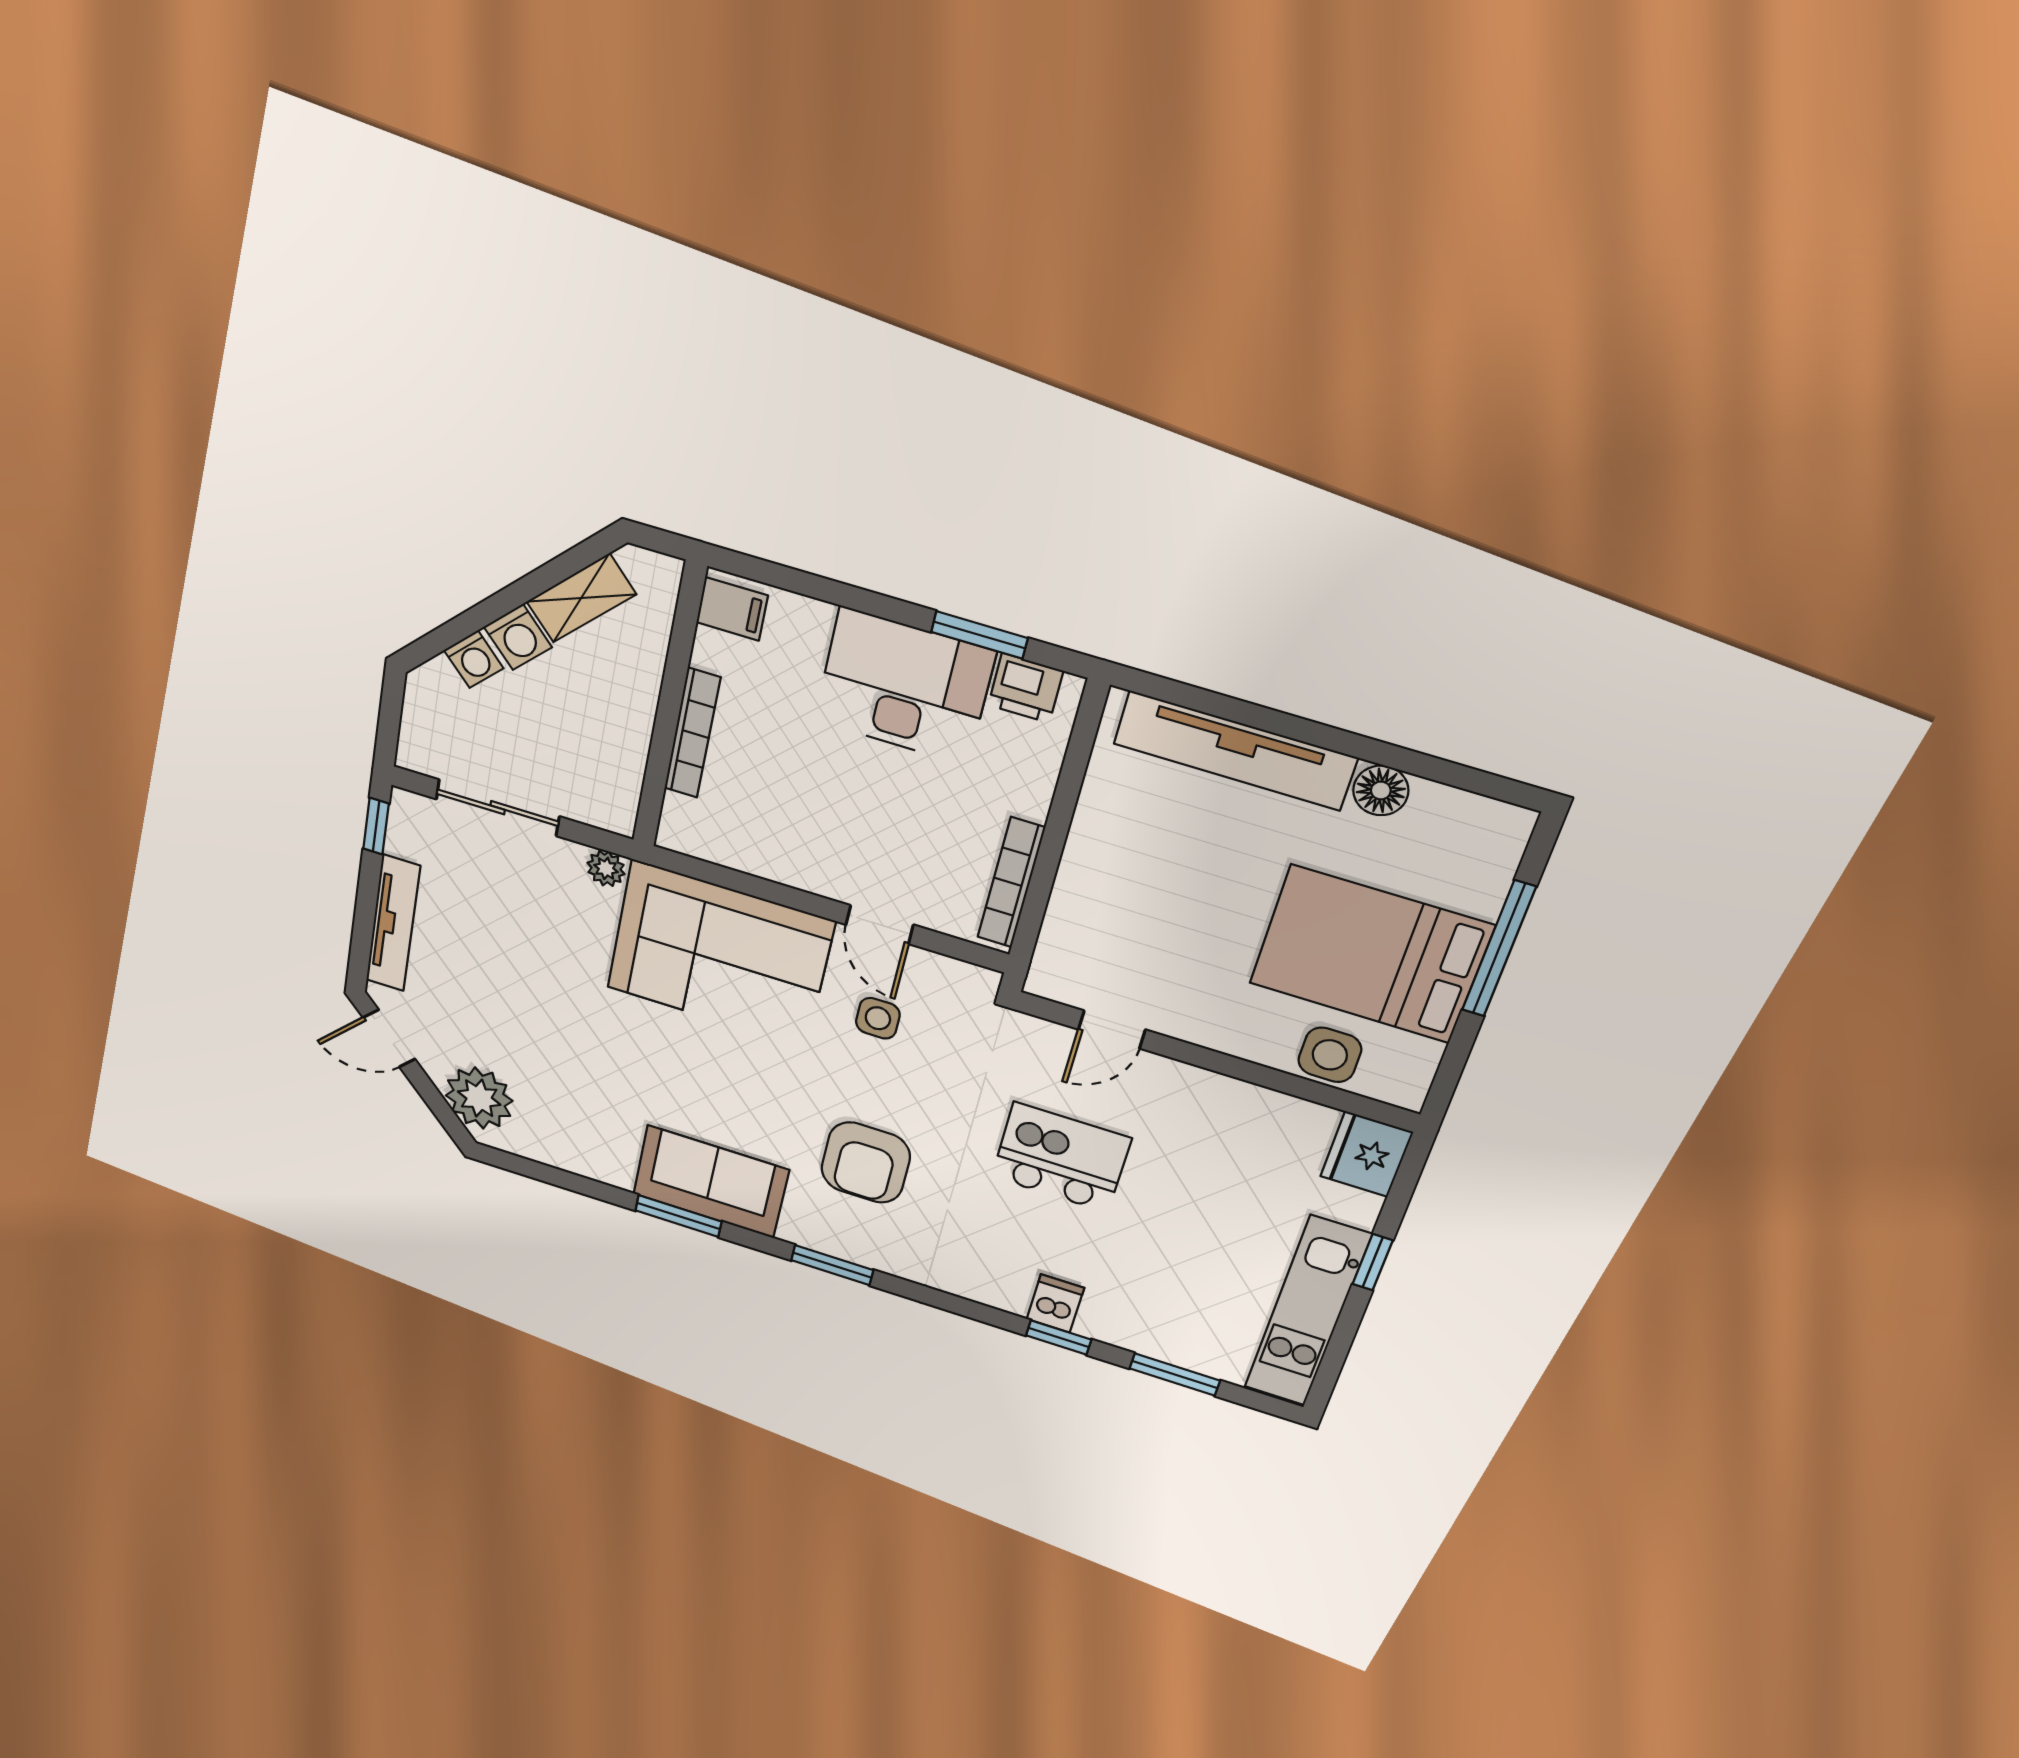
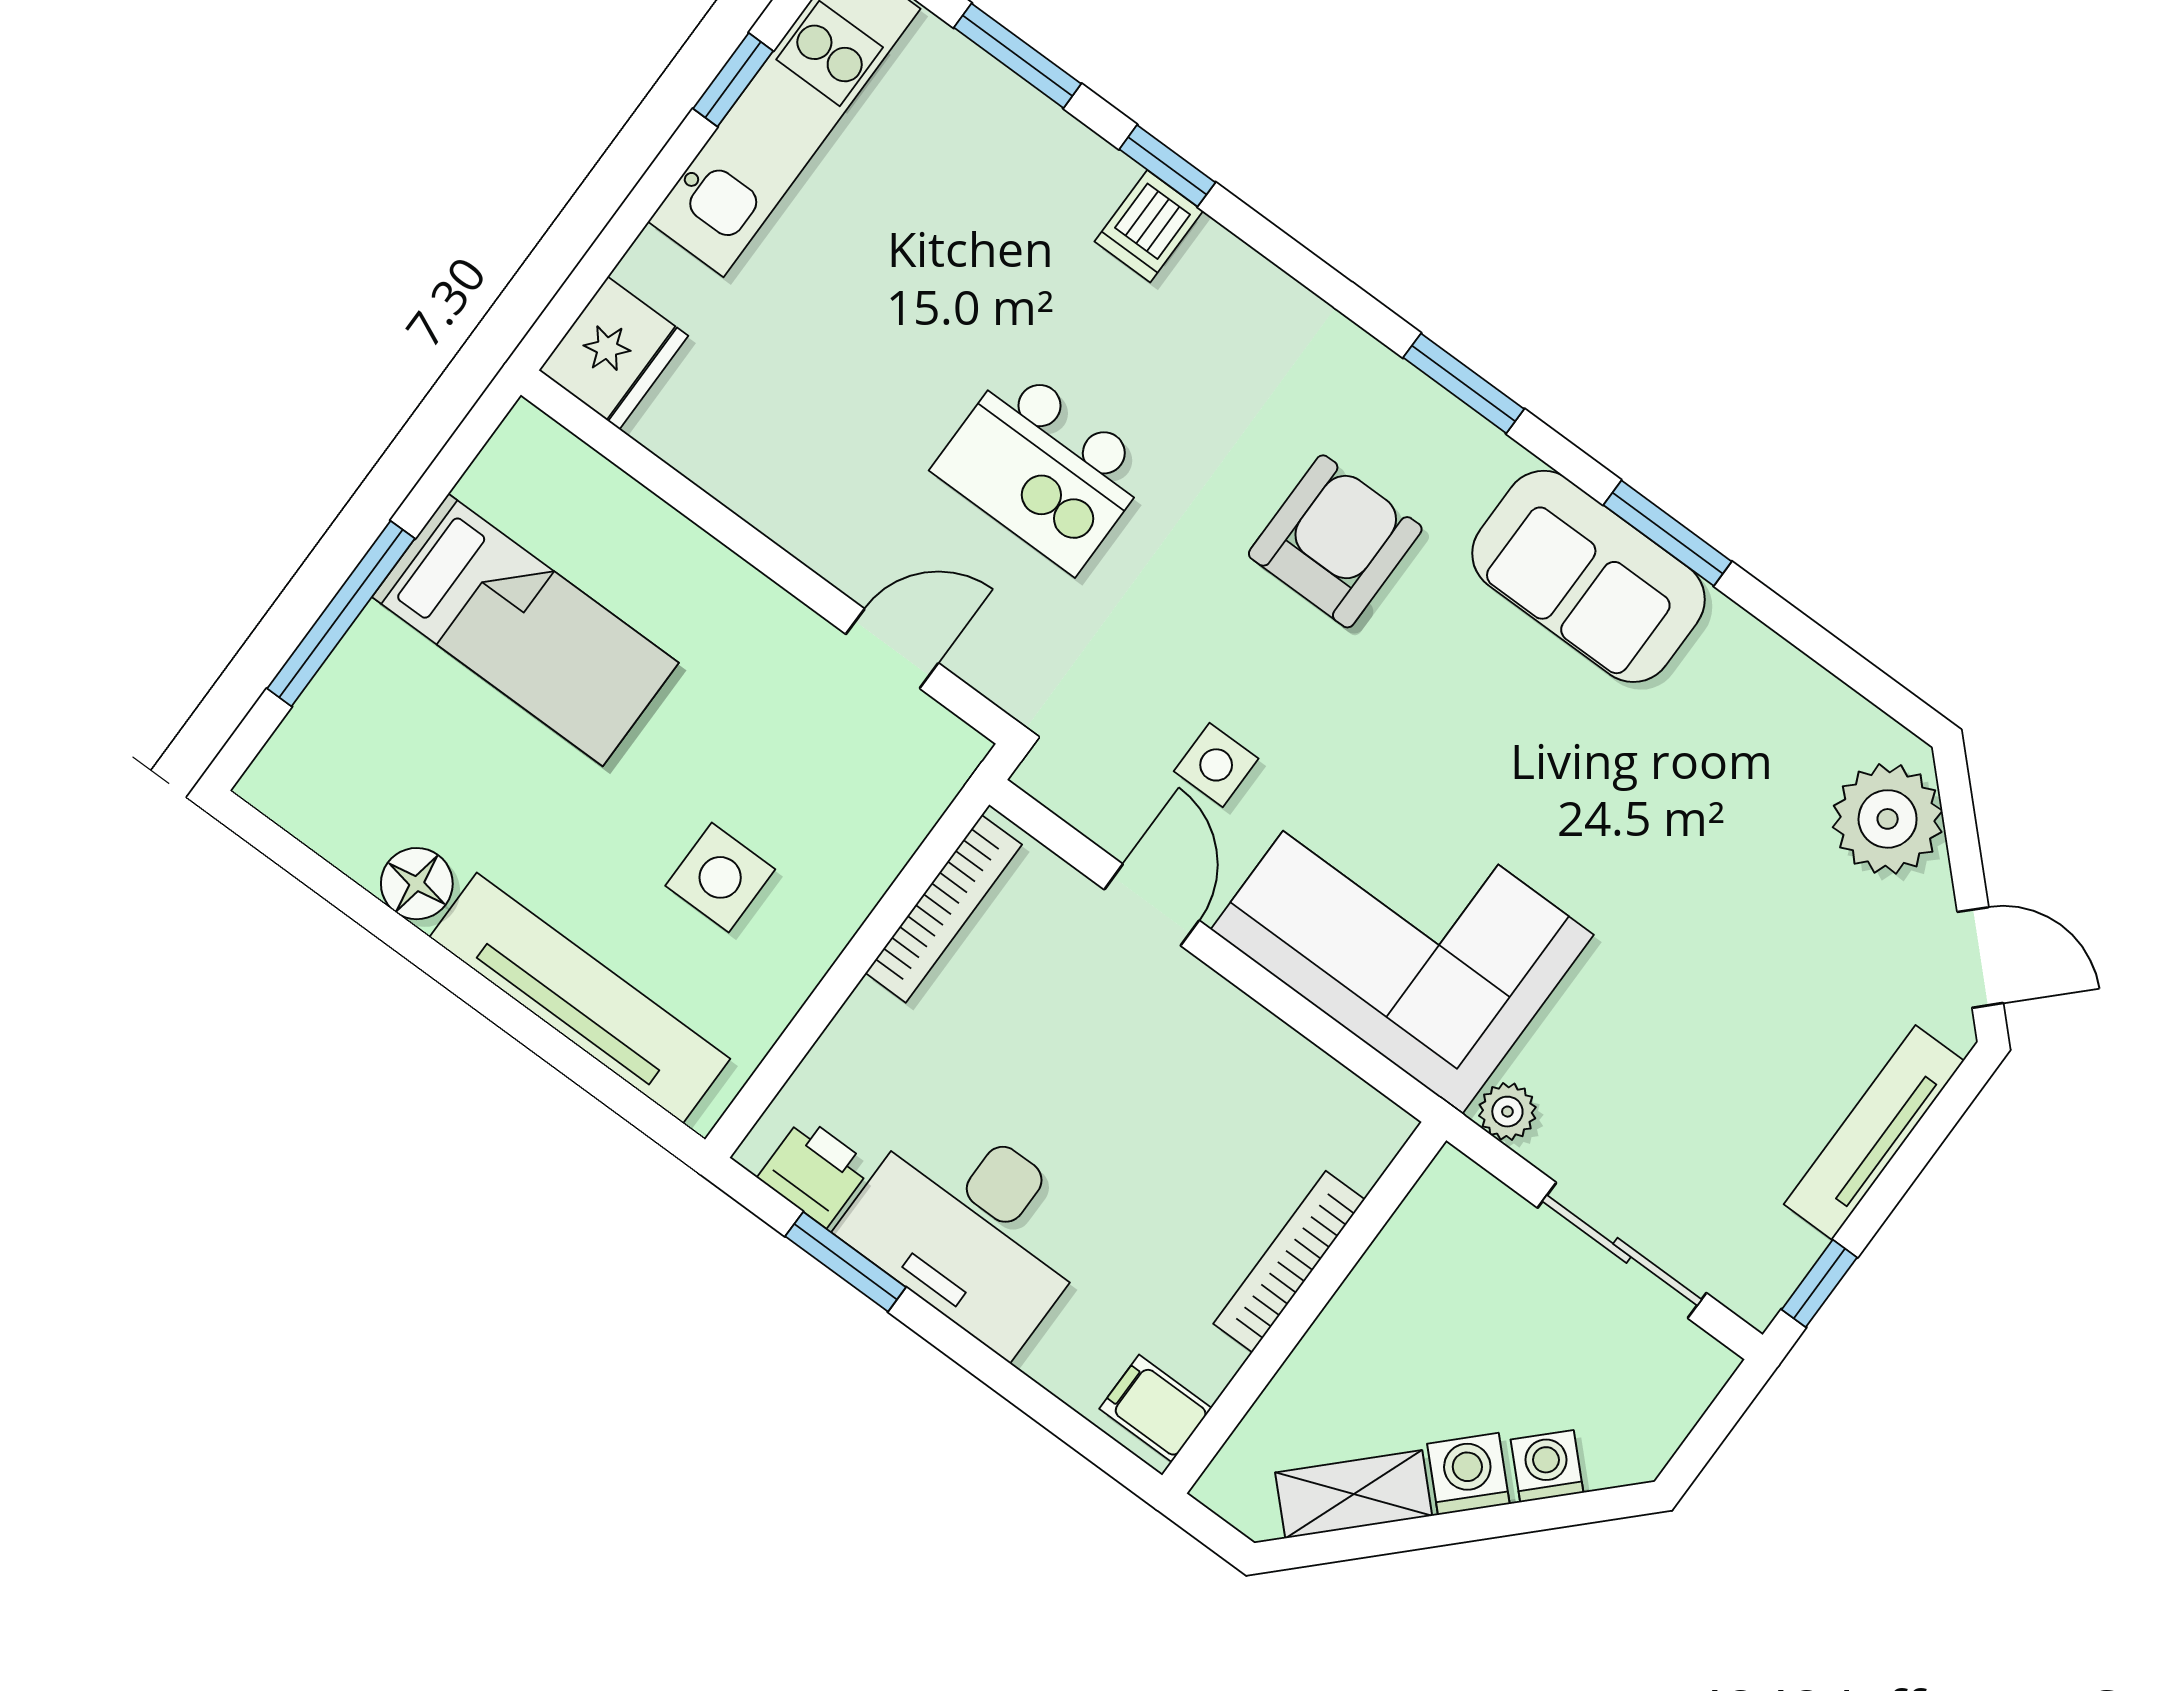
bed: (1371, 954) -> (525, 630), width x0.67
side table: (1330, 1055) -> (720, 877), moved
window: (1373, 1262) -> (733, 80), moved

